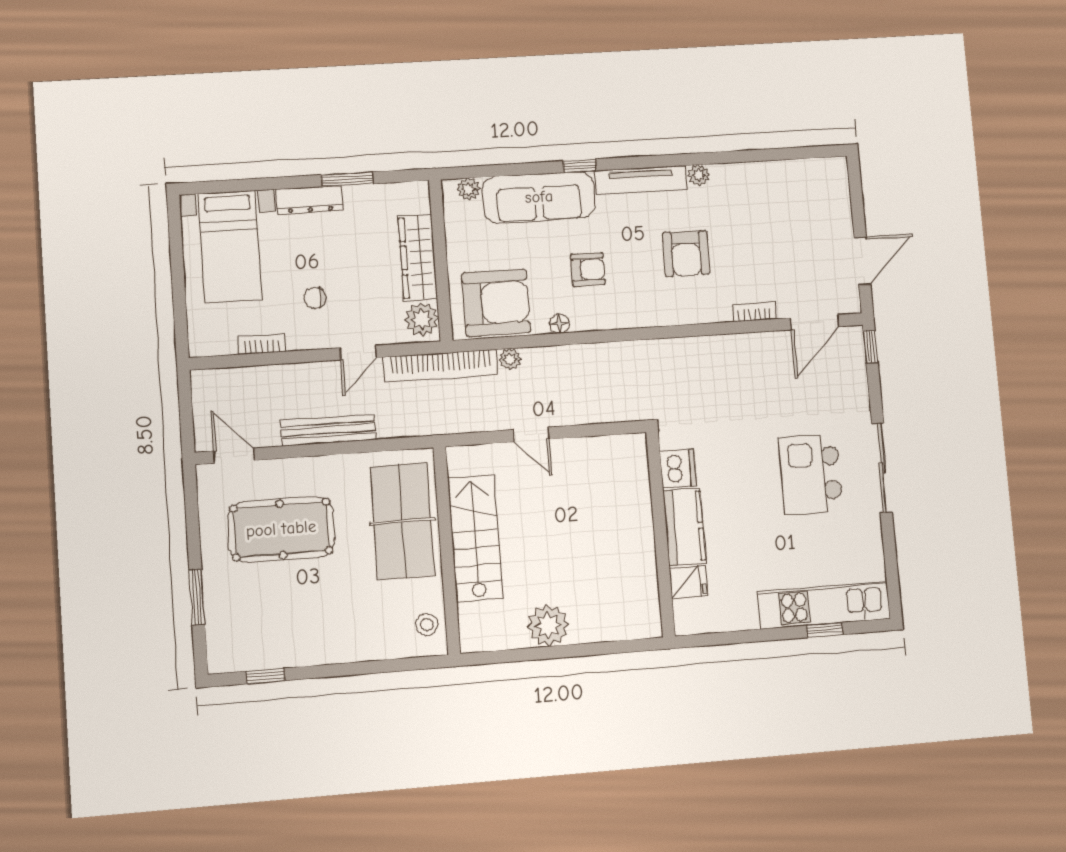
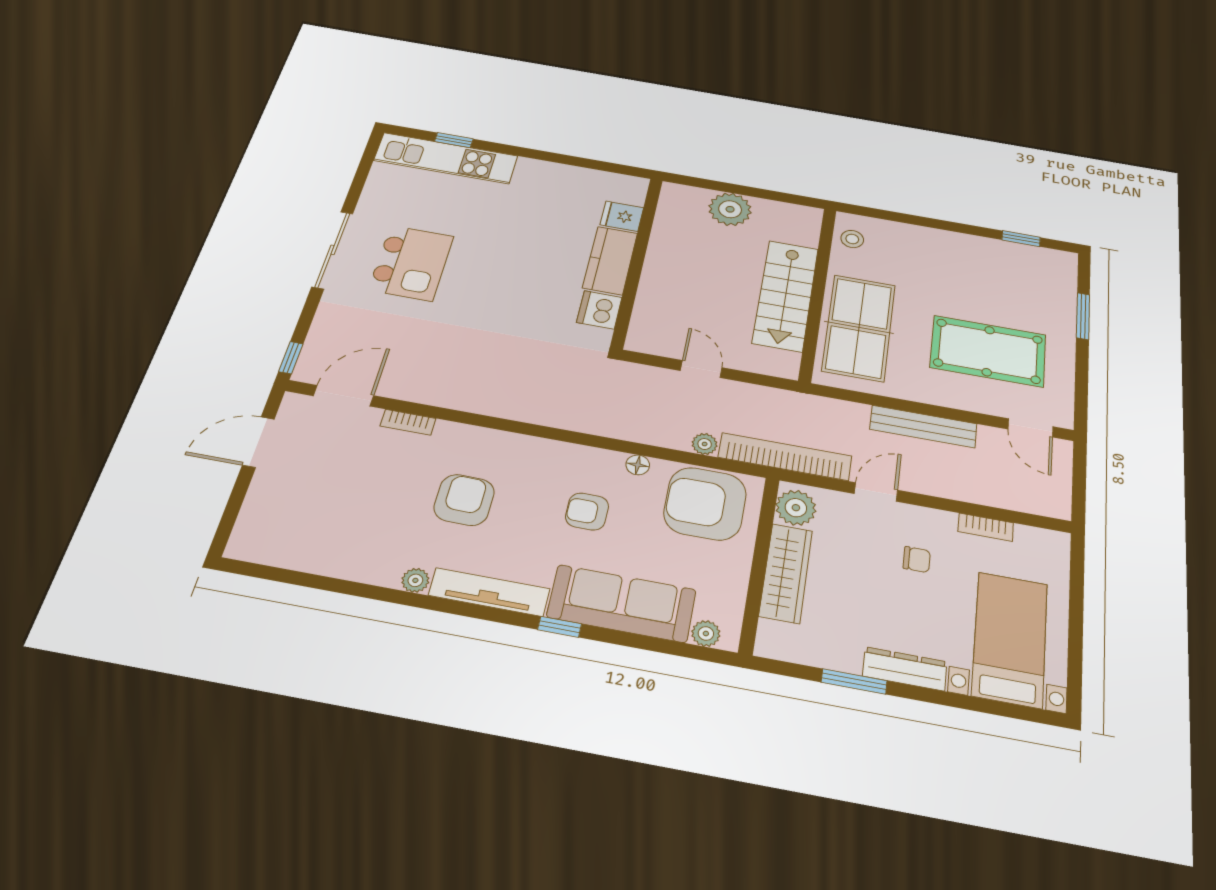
dishwasher: (678, 469) -> (599, 310), moved
kitchen counter: (684, 527) -> (610, 260), moved
wall: (660, 534) -> (637, 261), moved
fridge: (688, 582) -> (622, 216), moved

